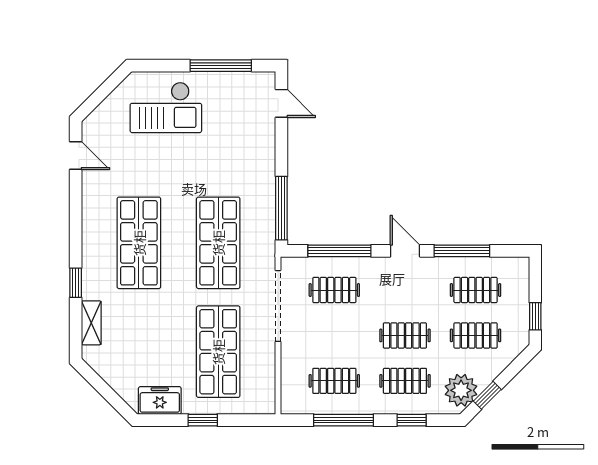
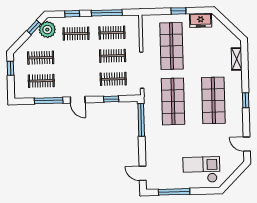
window: (339, 251) -> (111, 99), width x0.46
window: (76, 283) -> (246, 100), moved
clothes rail: (405, 335) -> (113, 56), moved

